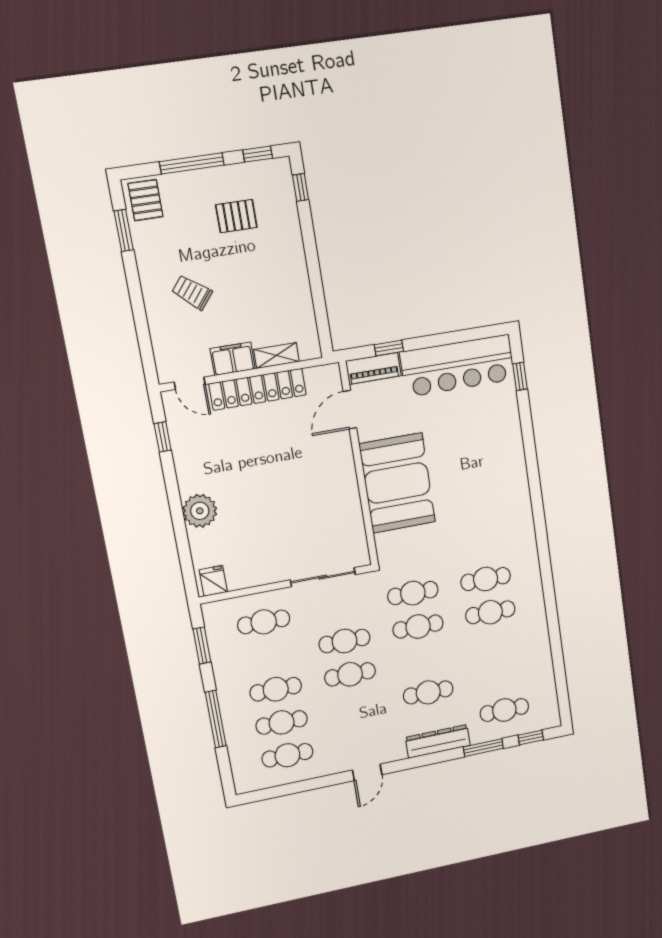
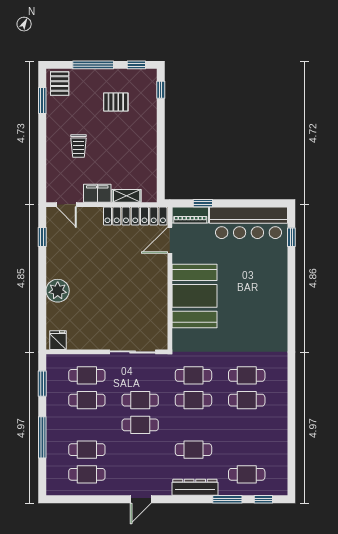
trolley: (192, 292) -> (79, 146), turned -129
locker: (258, 389) -> (135, 216), moved
cafe table: (276, 689) -> (87, 400), moved

